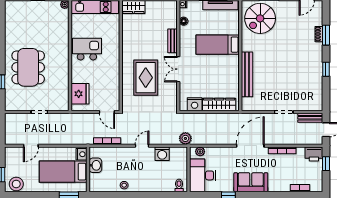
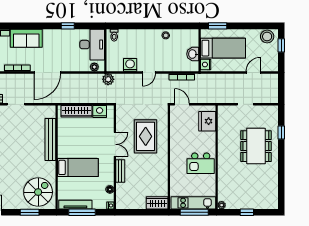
sofa: (251, 182) -> (26, 38), moved

